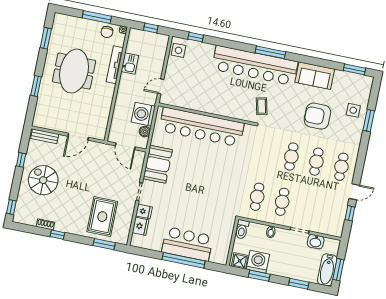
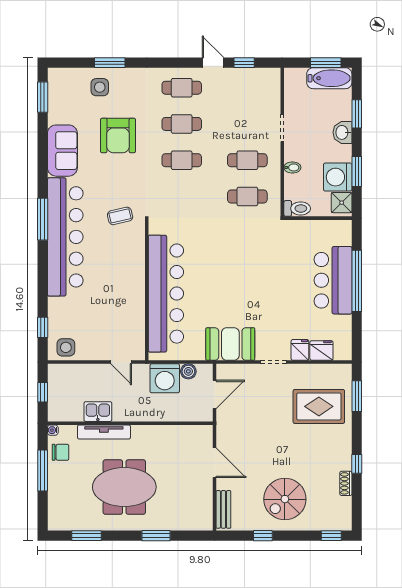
washbasin: (316, 242) -> (342, 132), moved, turned 180

